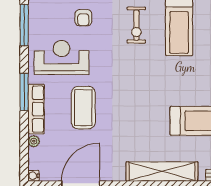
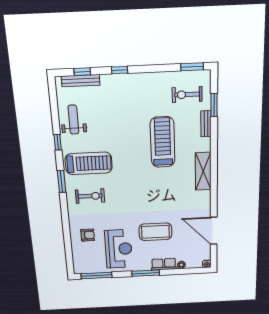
reception desk: (62, 58) -> (119, 249), turned 180
row of seats: (36, 109) -> (164, 264), width x0.68
shelving: (162, 172) -> (203, 171), width x0.68

